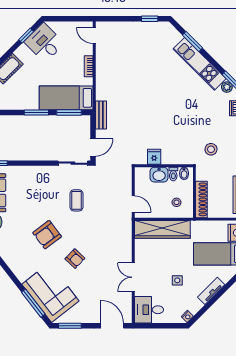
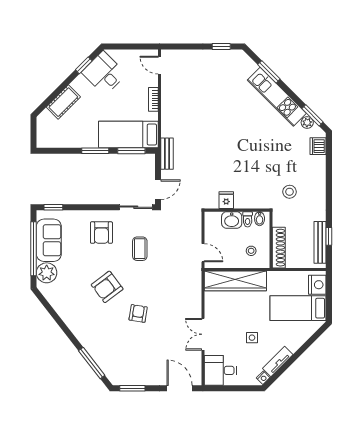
armchair: (42, 186) -> (101, 233), added
armchair: (75, 259) -> (138, 313), turned -125
tv unit: (211, 291) -> (278, 361), moved
corner sofa: (50, 293) -> (111, 351), removed

